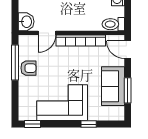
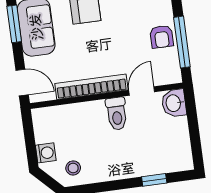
toilet: (113, 24) -> (117, 114), moved, turned 90
armchair: (28, 68) -> (162, 37), turned -90

